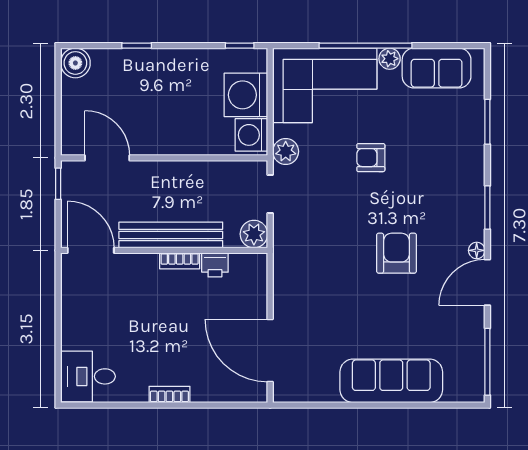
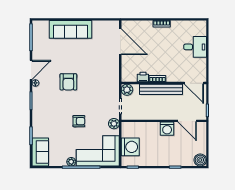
sofa: (437, 68) -> (40, 152), moved, turned 90
washing machine: (251, 135) -> (167, 129), moved, turned 90
desk: (88, 376) -> (195, 47), moved

